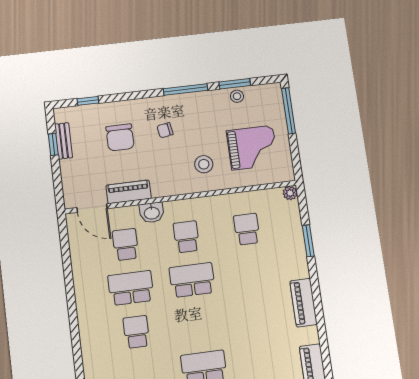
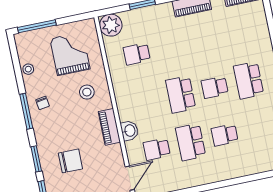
window: (235, 84) -> (36, 159), moved
chair: (165, 130) -> (43, 103), moved
piano: (129, 192) -> (109, 127), moved
plant: (290, 193) -> (111, 25), width x1.88, depth x1.88
school desk: (186, 237) -> (215, 87), moved

